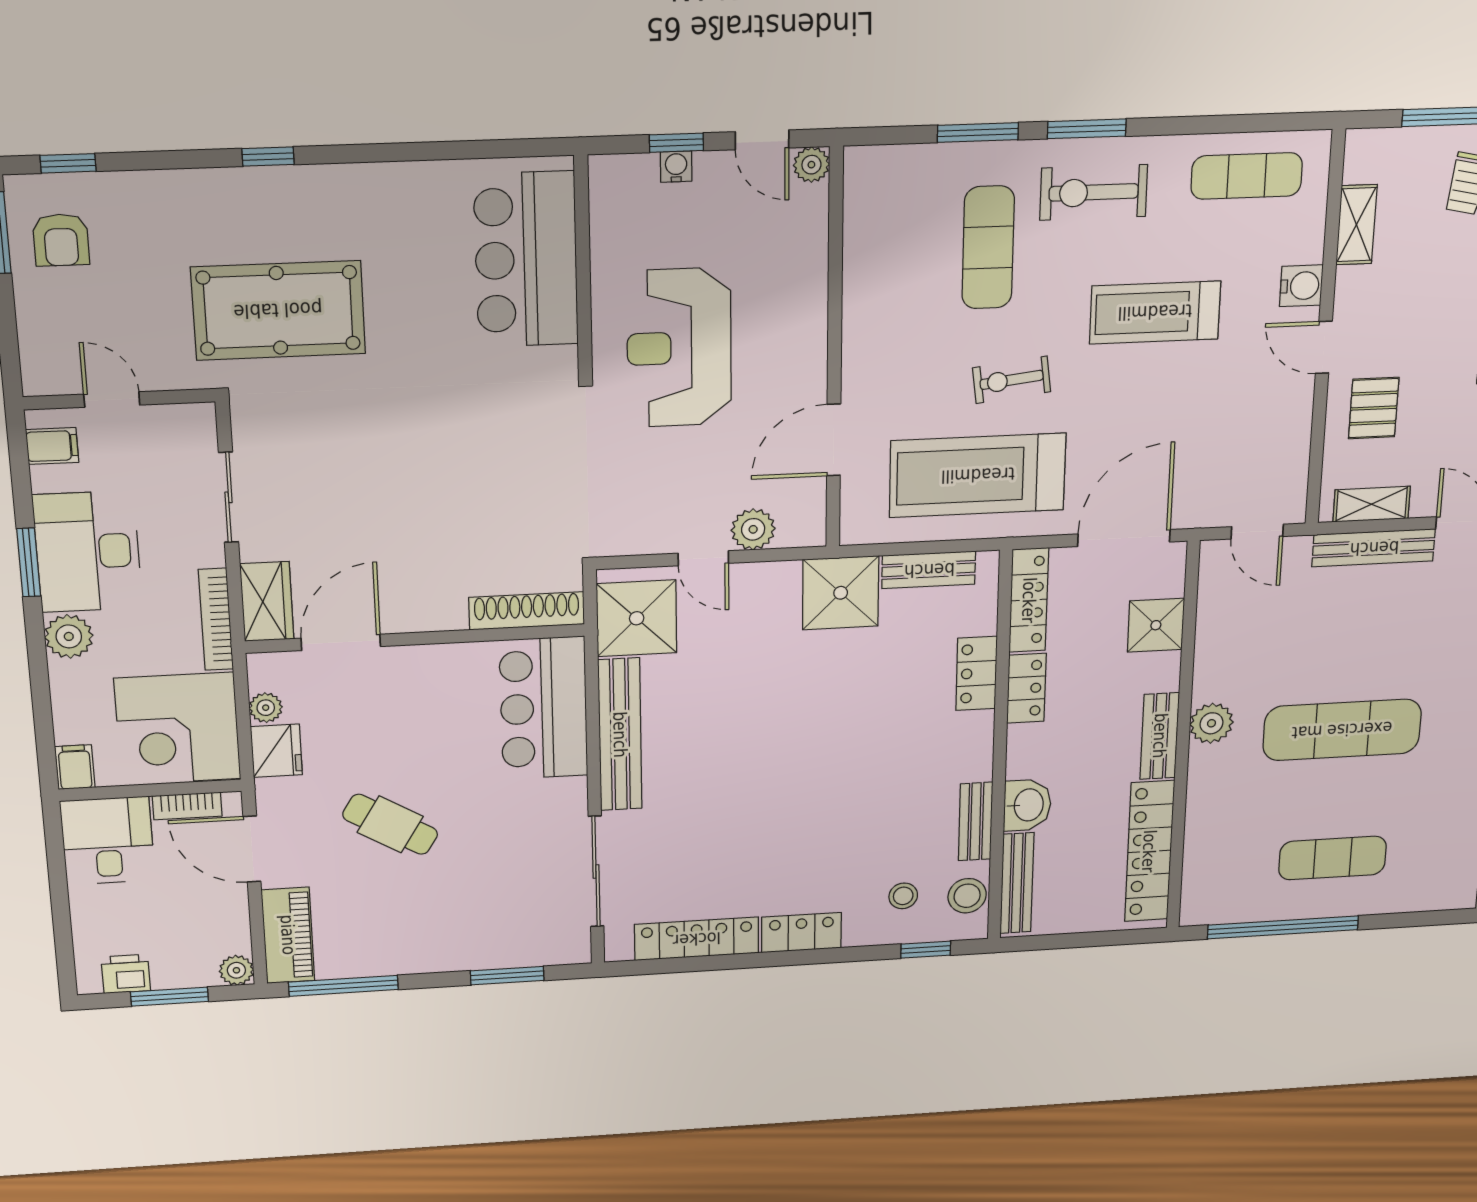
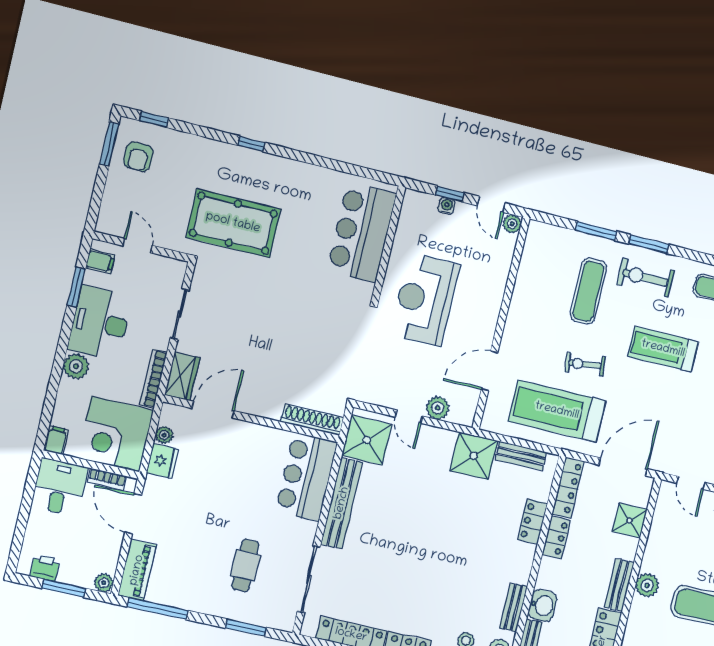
window: (29, 562) -> (76, 287), moved
cafe table: (390, 824) -> (245, 565), moved, turned 59

